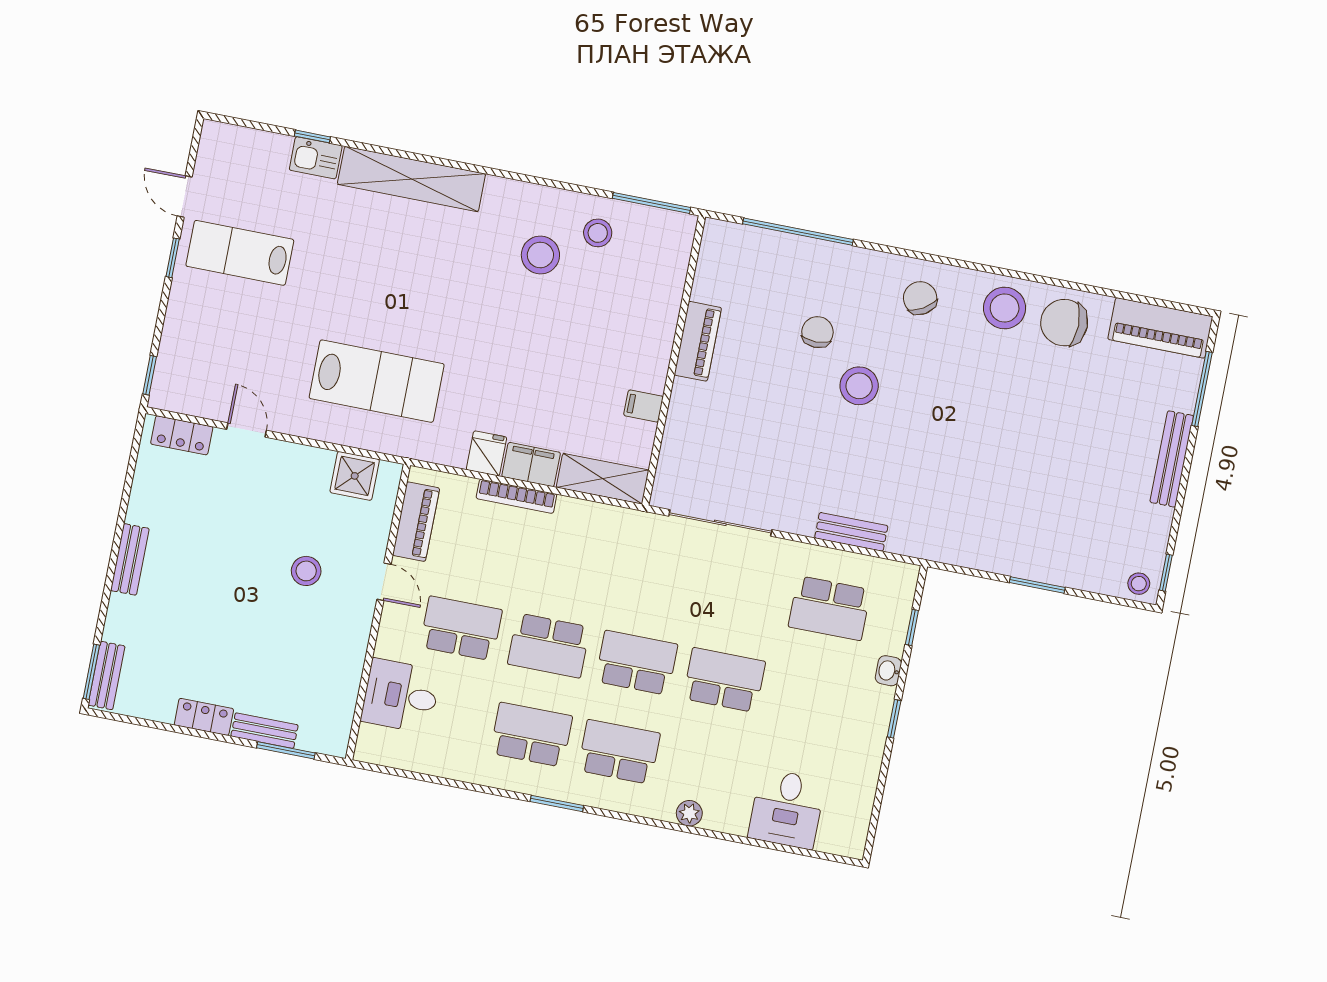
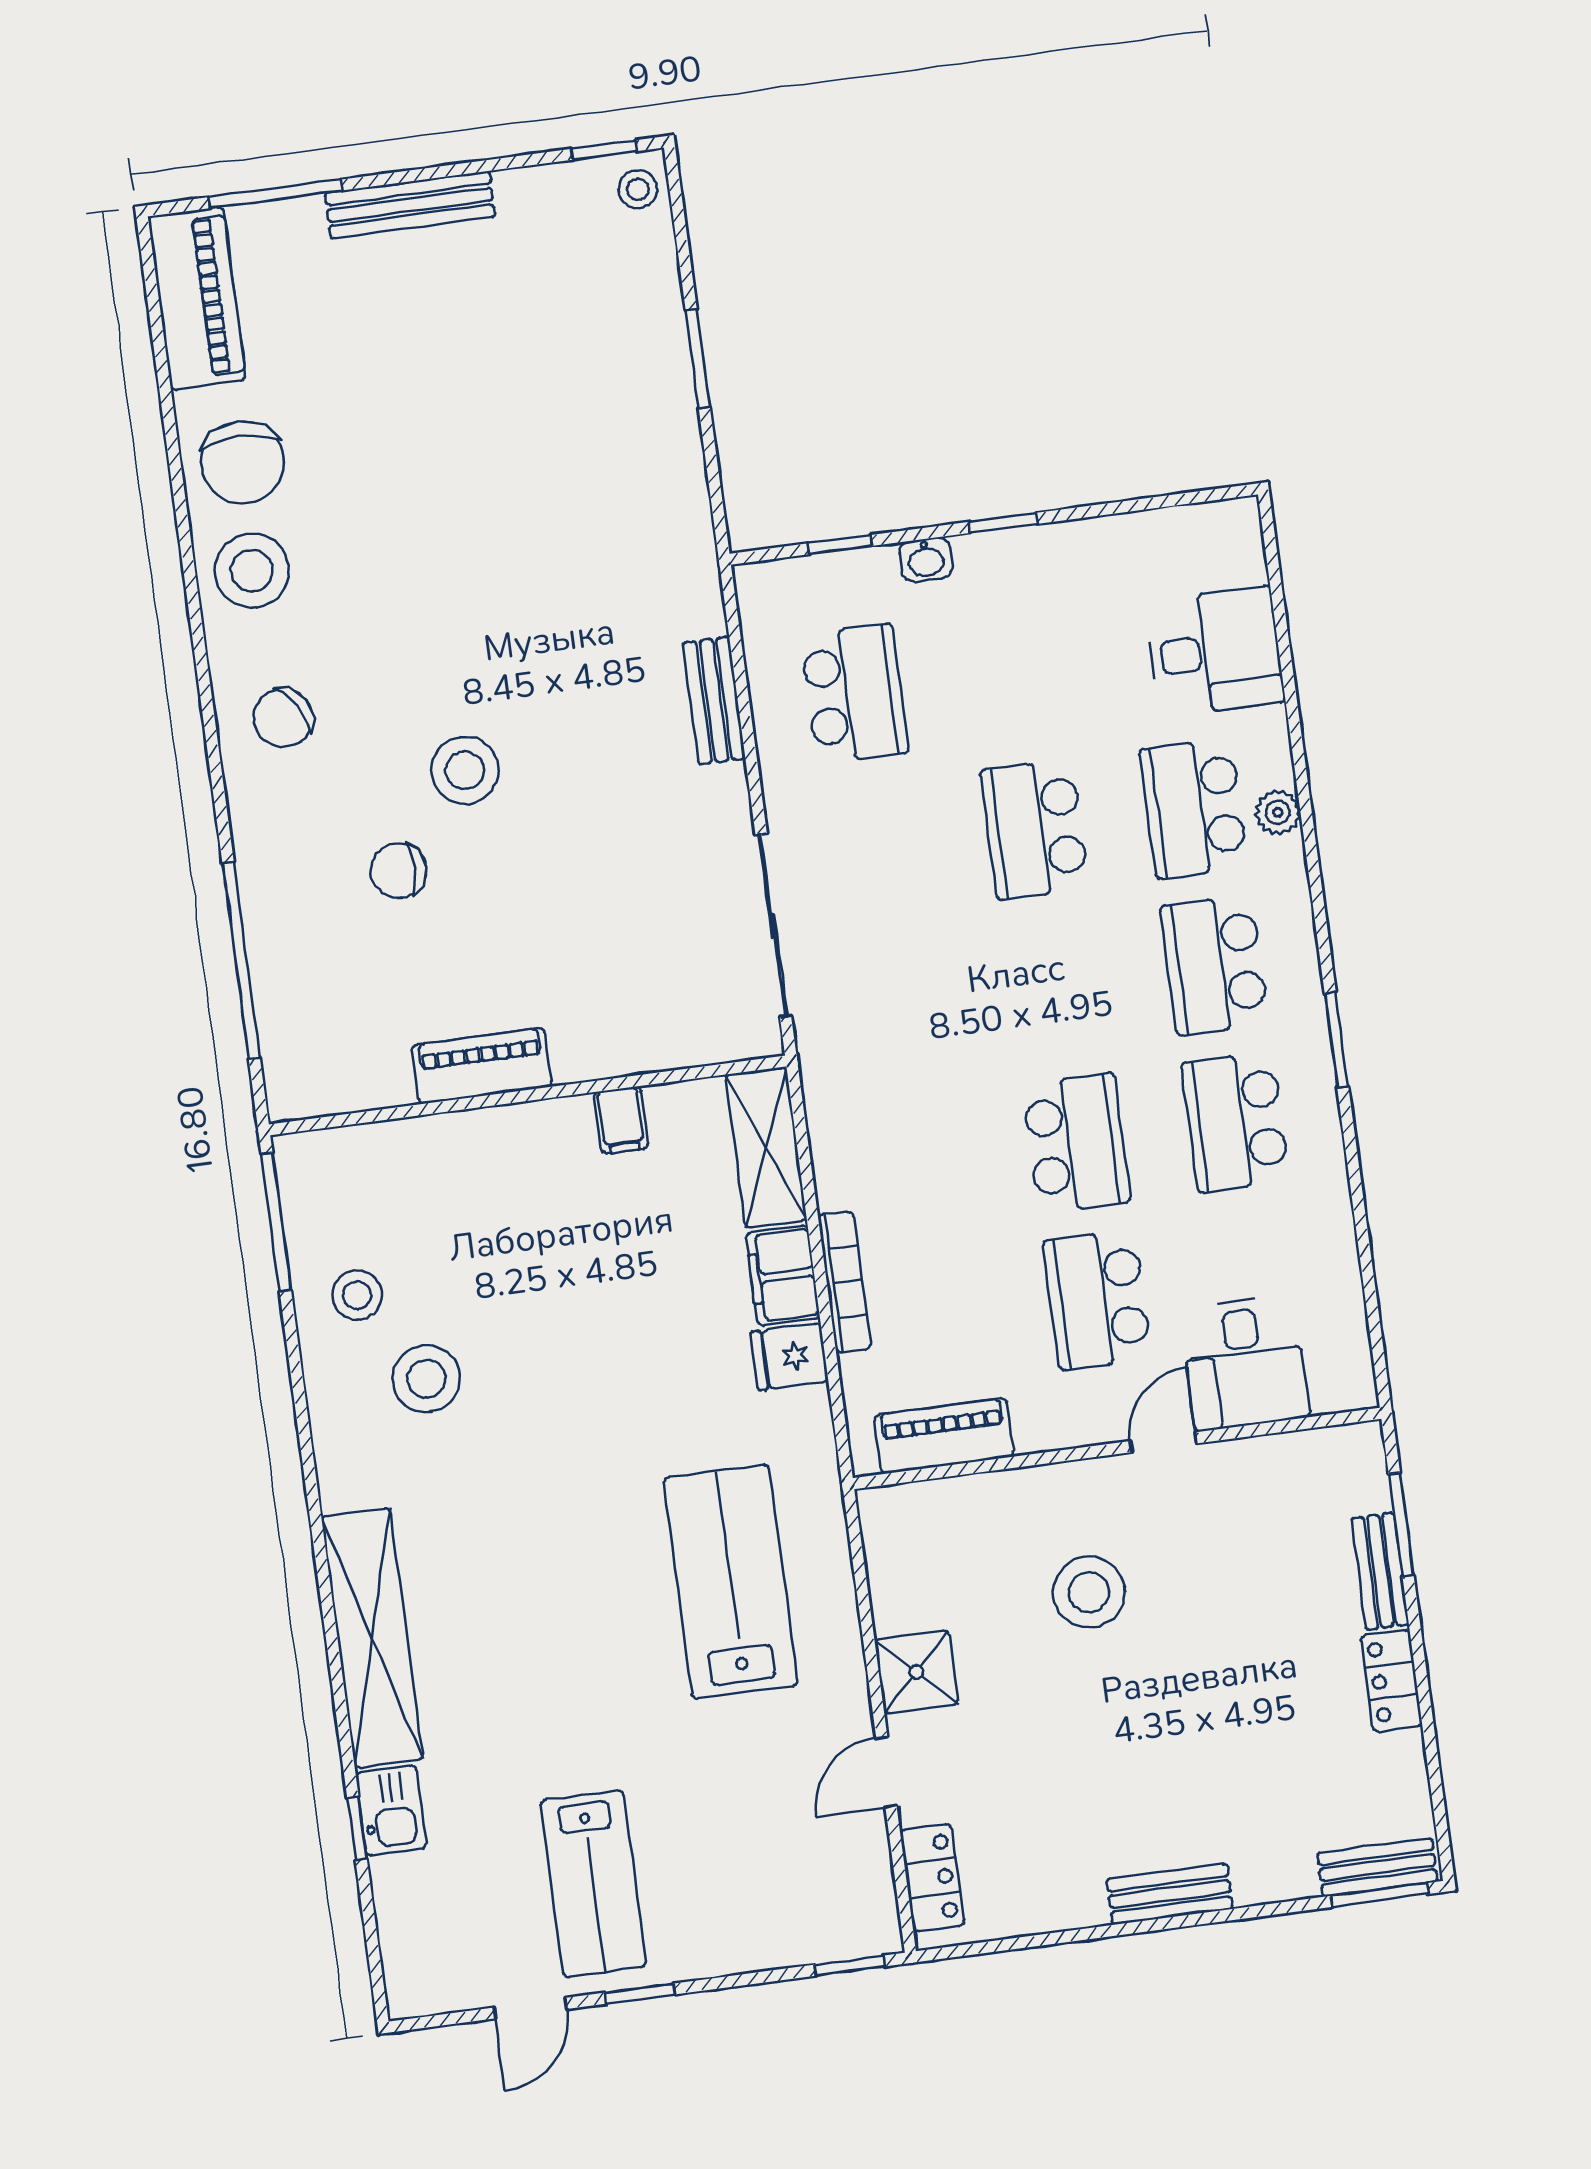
shower: (355, 476) -> (916, 1672), moved
stool: (306, 571) -> (1089, 1592), width x1.38, depth x1.38
door: (384, 582) -> (1163, 1442), moved
school desk: (636, 663) -> (1194, 808), moved

